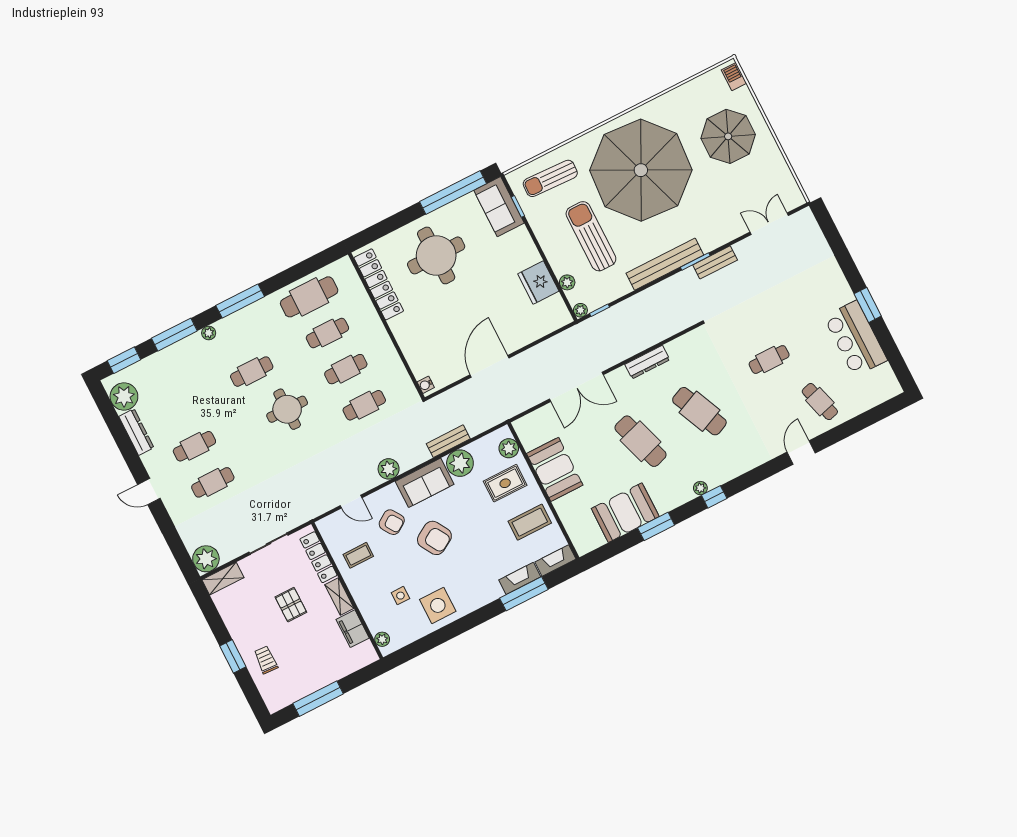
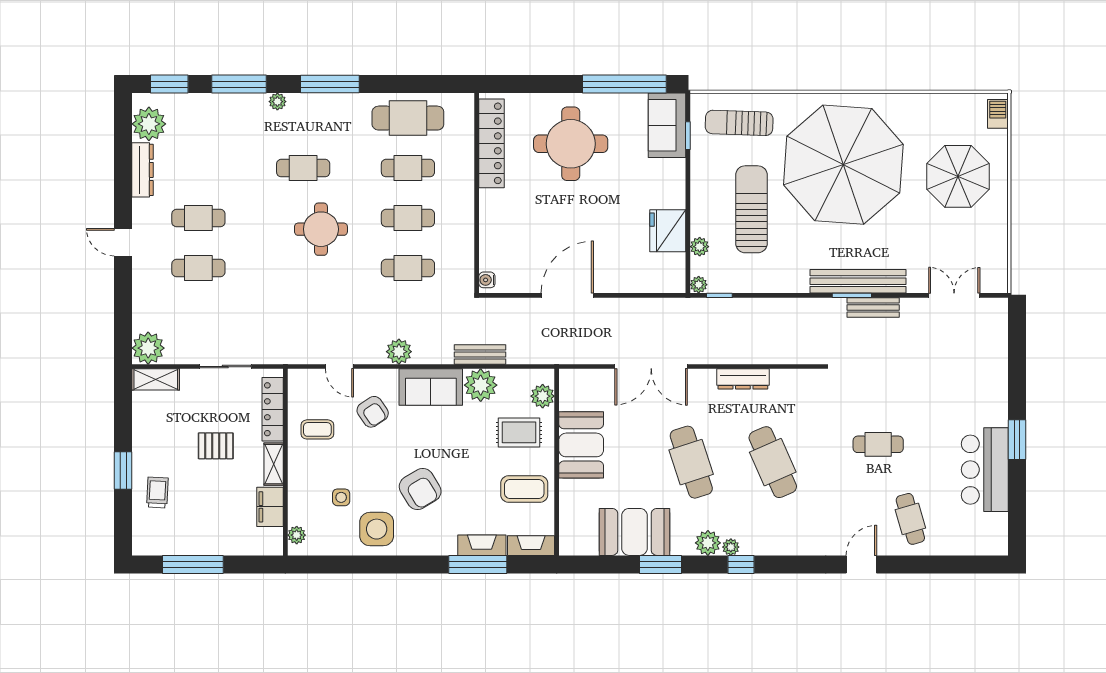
bench: (665, 264) -> (858, 281), moved
plant: (682, 493) -> (708, 543), added
armchair: (434, 538) -> (420, 489), moved
pallet: (291, 605) -> (216, 446), turned 90

